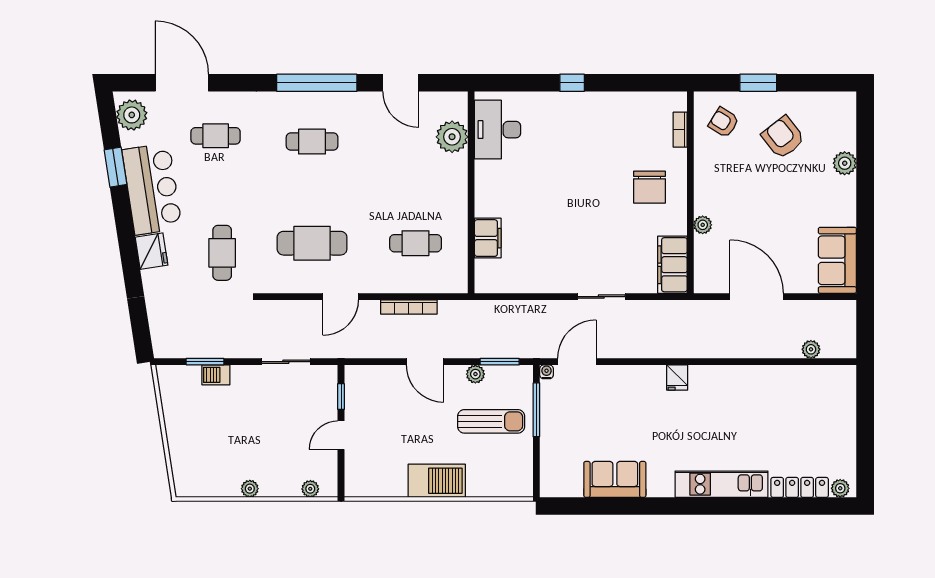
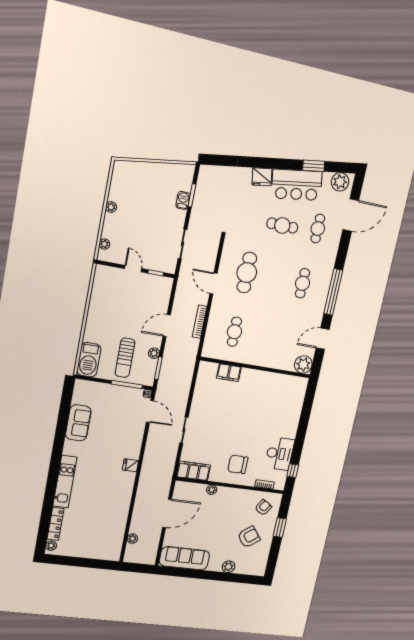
window: (572, 83) -> (293, 471), moved
desk: (498, 130) -> (280, 454), moved, turned 90
plant: (452, 137) -> (303, 365), moved
cafe table: (222, 253) -> (282, 225), moved
sofa: (837, 260) -> (184, 558), width x1.36
barbecue: (437, 481) -> (89, 360), moved

